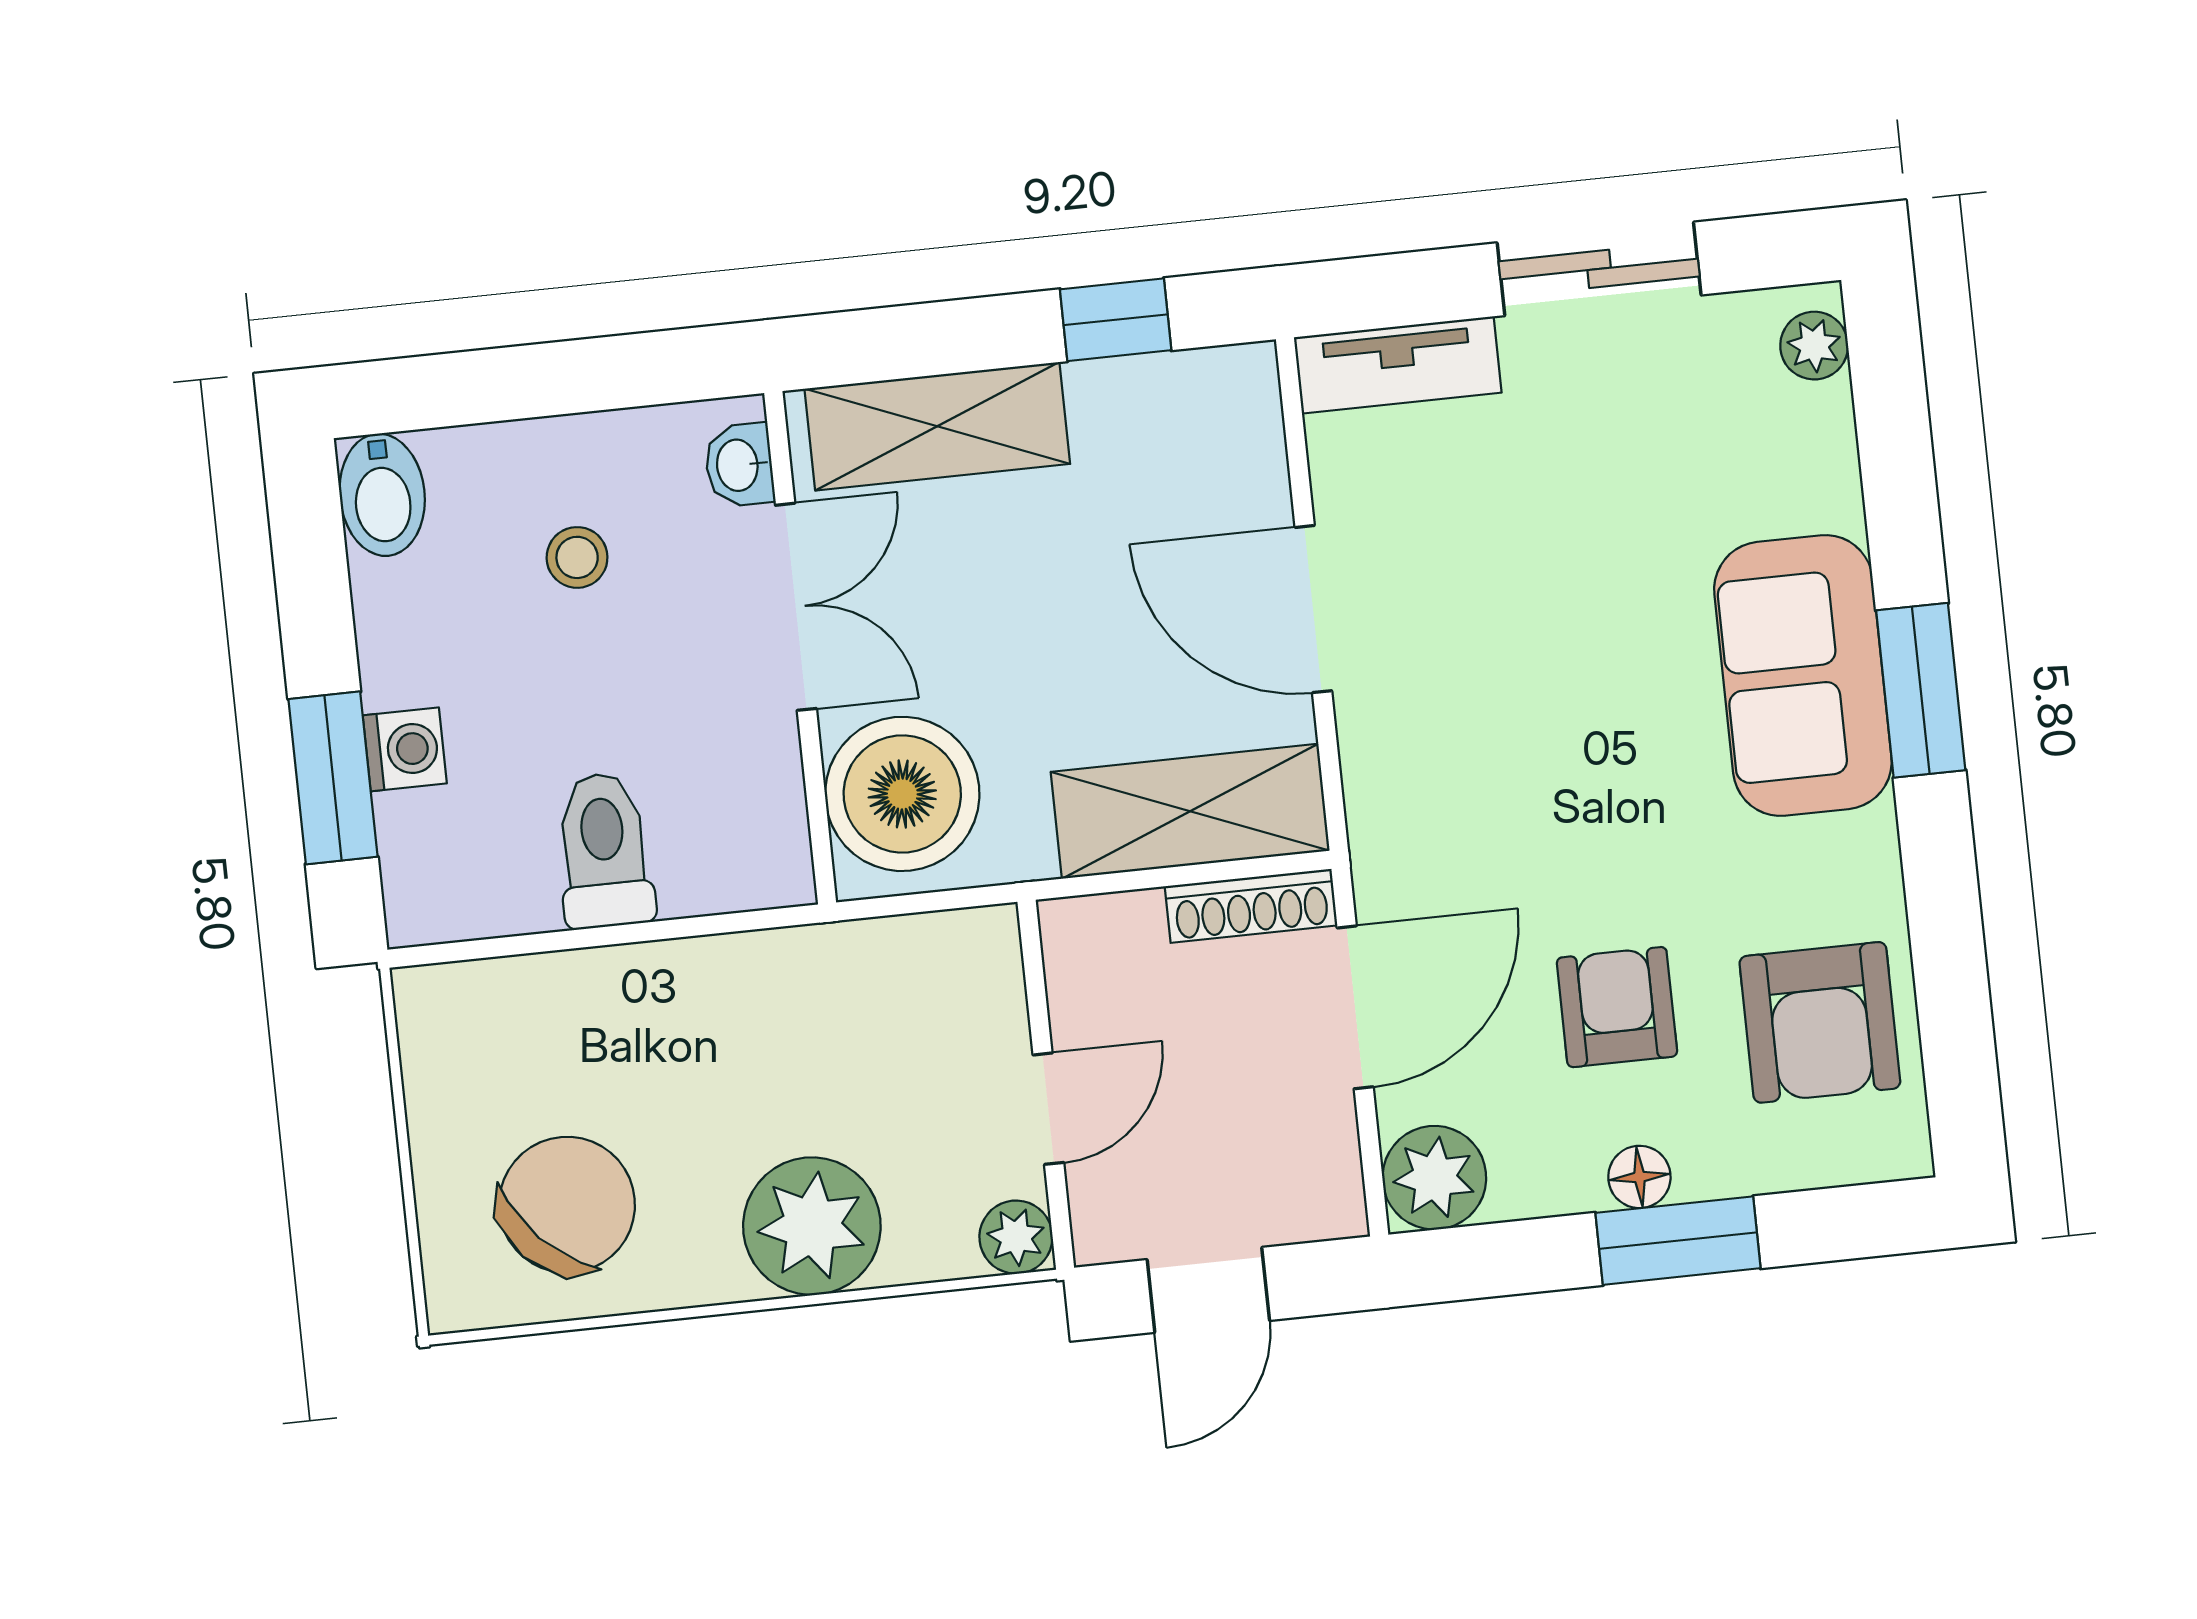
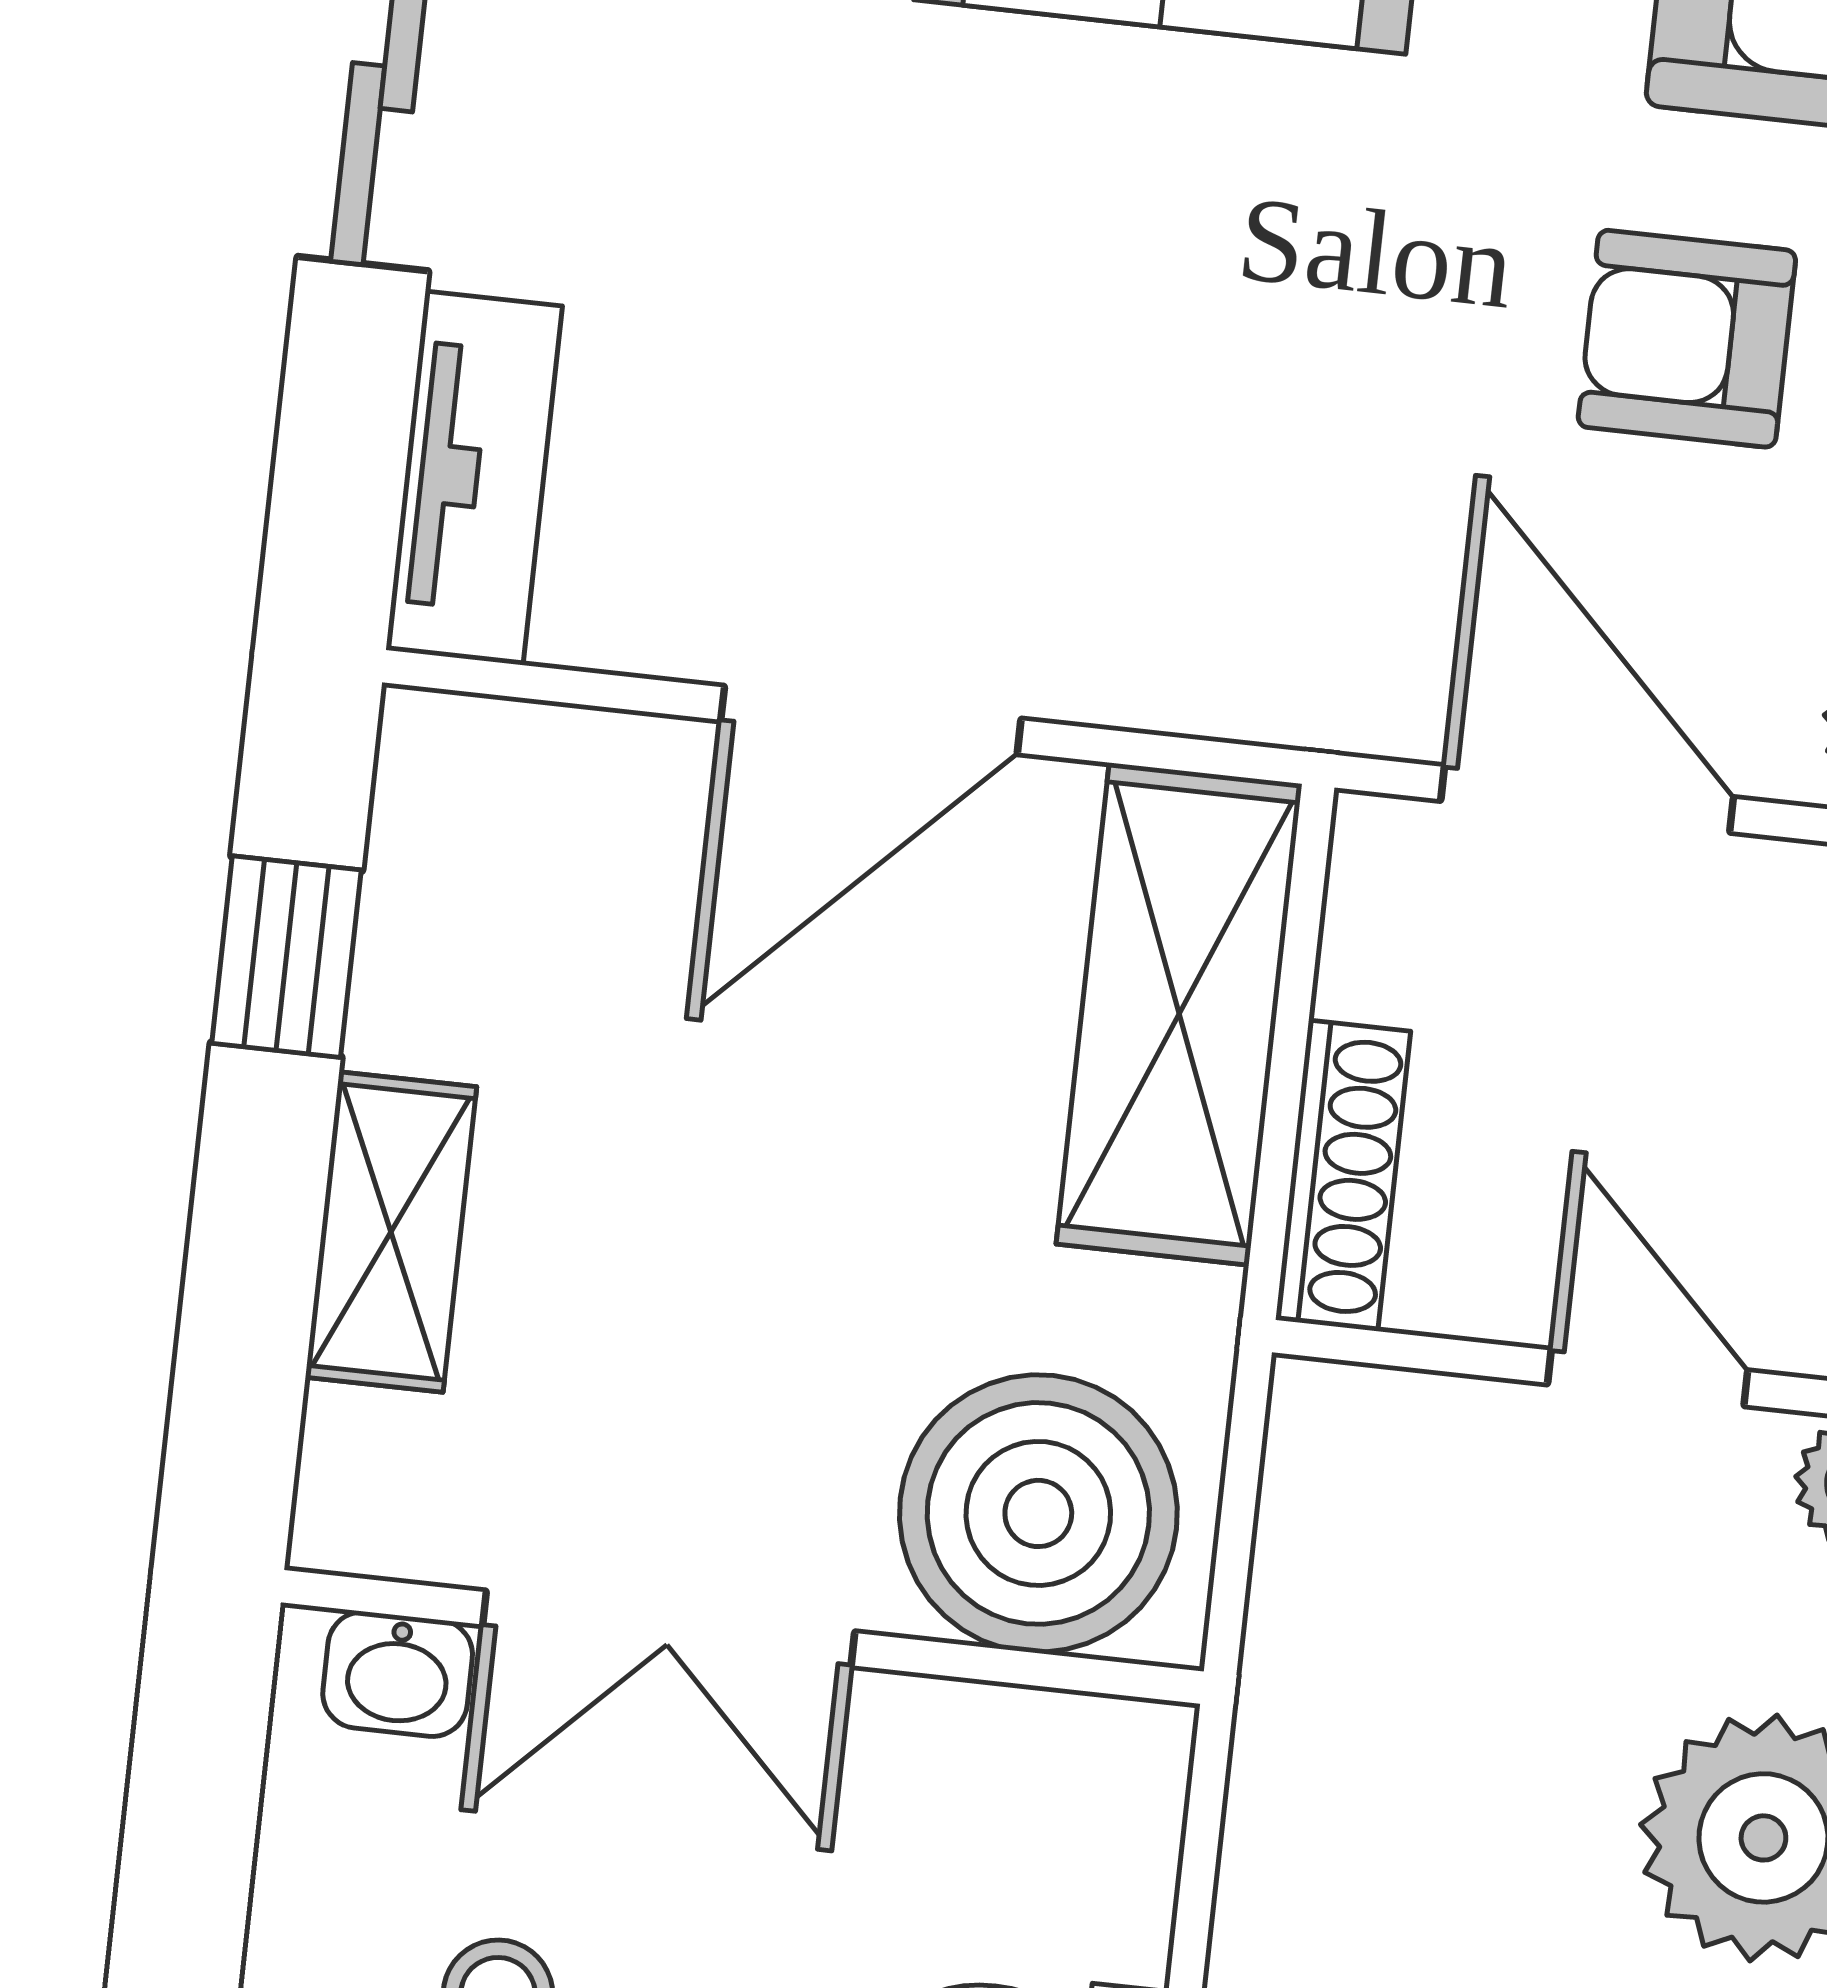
shelving: (937, 426) -> (391, 1232), width x0.67, depth x0.75
double door: (796, 607) -> (669, 1629), swing flipped
shoe rack: (1251, 906) -> (1343, 1176), moved

